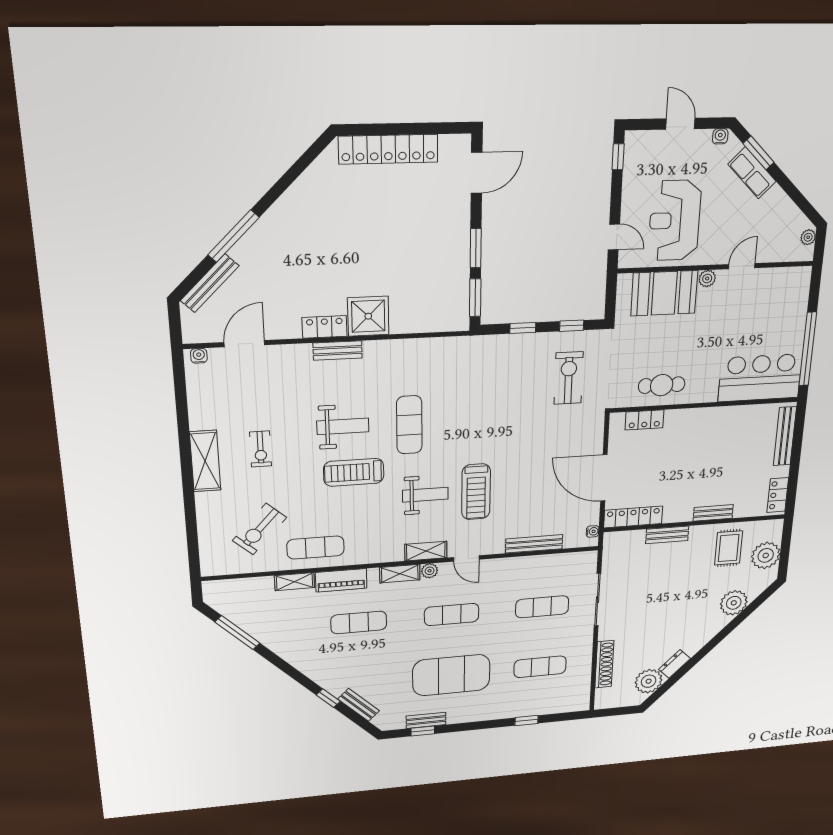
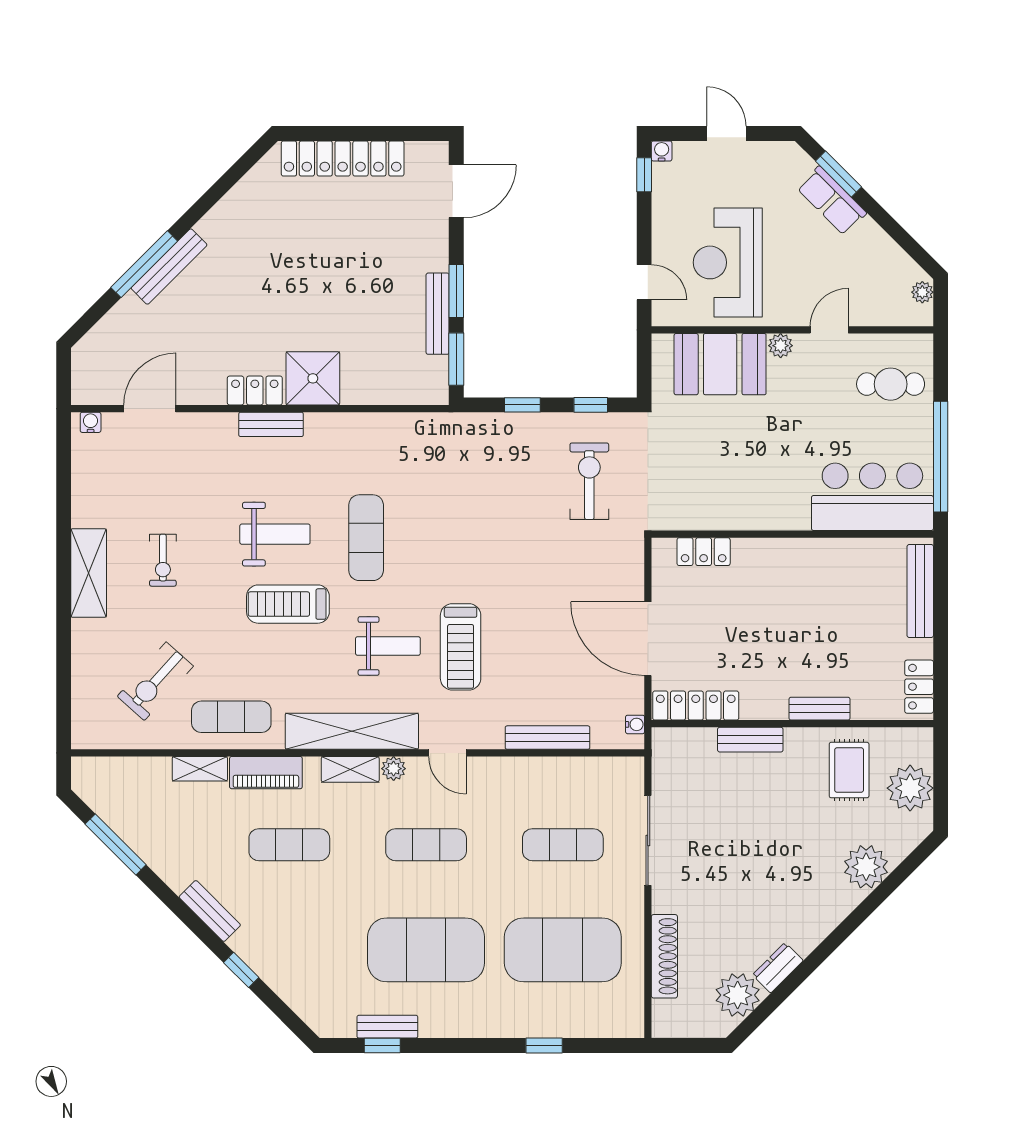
water cooler: (720, 136) -> (662, 151), moved
bench: (462, 265) -> (438, 314), added
bench: (210, 283) -> (169, 267), moved
cafe table: (662, 385) -> (891, 384), moved
shelving: (426, 551) -> (352, 731), width x2.20, depth x1.33
exercise mat: (540, 667) -> (563, 950), width x2.00, depth x1.45
bench: (359, 705) -> (210, 911), moved

